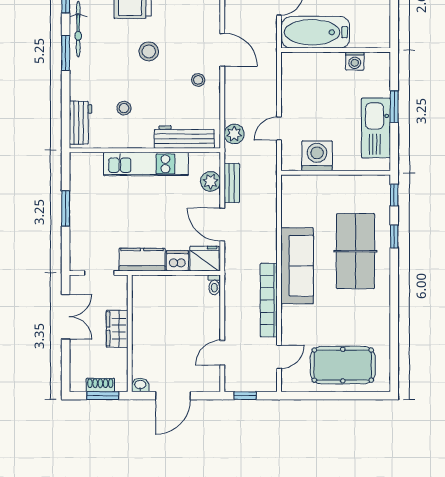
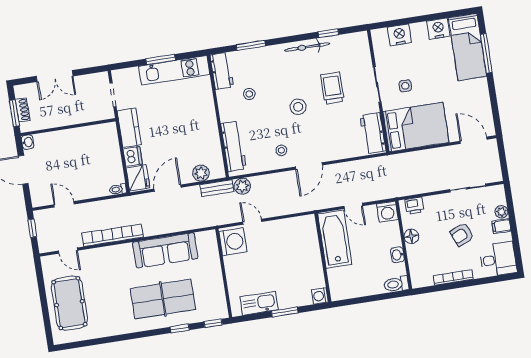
window: (66, 53) -> (251, 45), moved
washing machine: (355, 61) -> (320, 296), moved
workbench: (81, 123) -> (222, 71), moved, turned -90
kitchen sink: (376, 128) -> (259, 303), width x0.73, depth x0.81
washing machine: (317, 156) -> (233, 242), moved
kitchen unit: (146, 164) -> (174, 70), moved, turned -90
bench: (232, 183) -> (217, 188), moved
sofa: (297, 266) -> (165, 250), moved
double door: (66, 317) -> (55, 76), moved
wardrobe: (117, 329) -> (70, 116), removed

